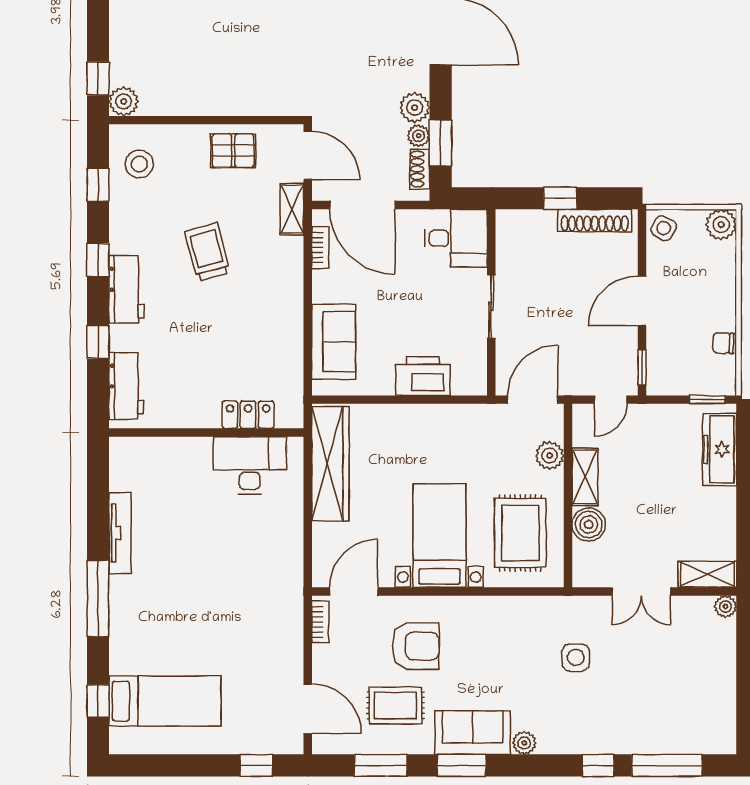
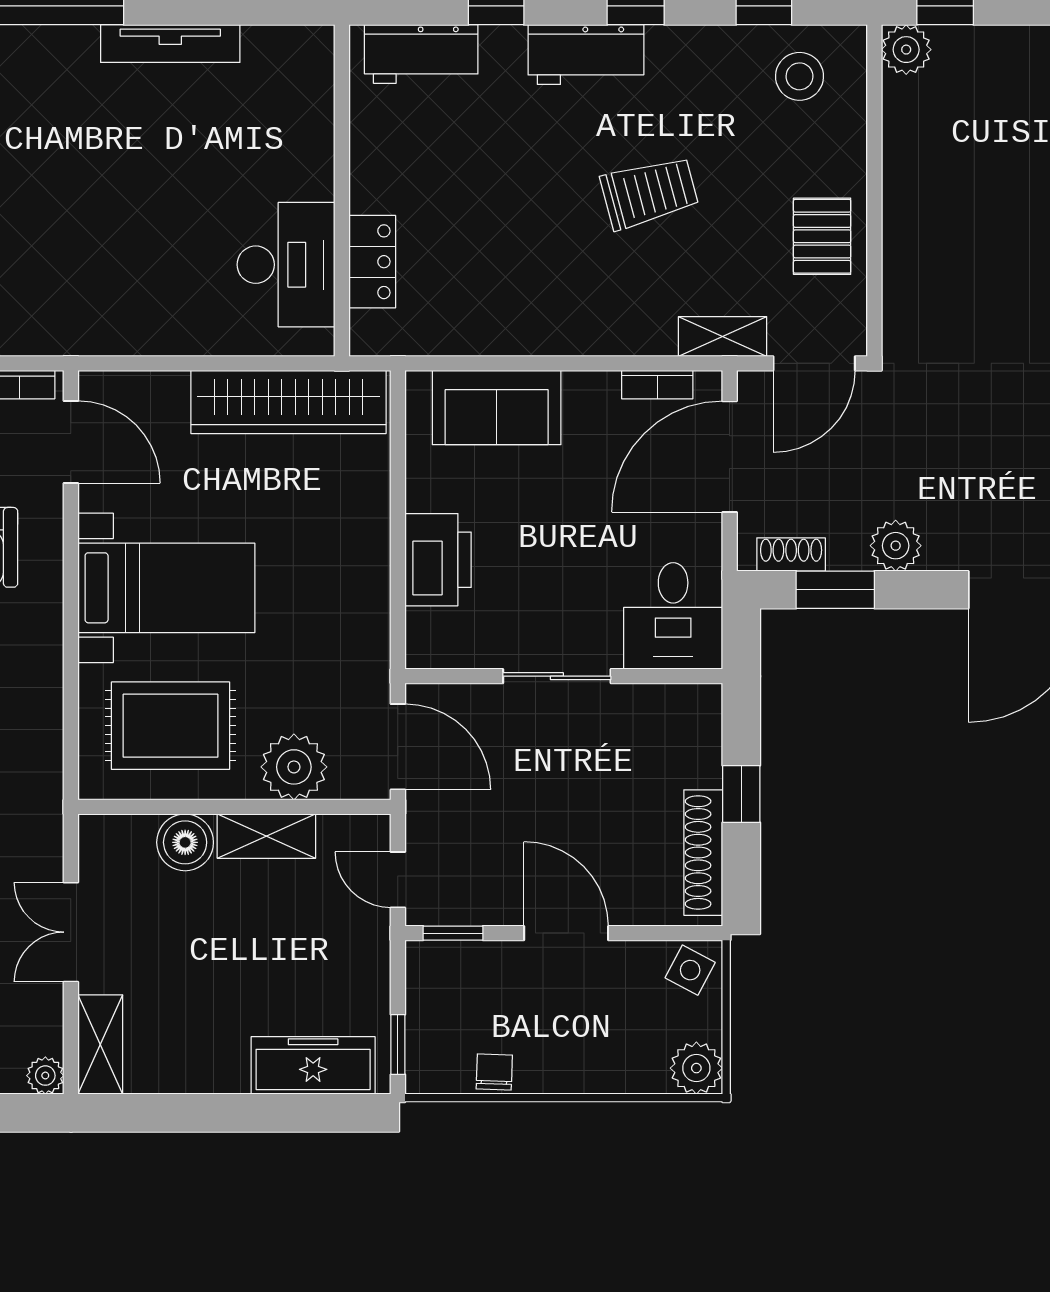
plant: (419, 136) -> (848, 552), removed
plant: (550, 455) -> (294, 767), width x1.36, depth x1.36

